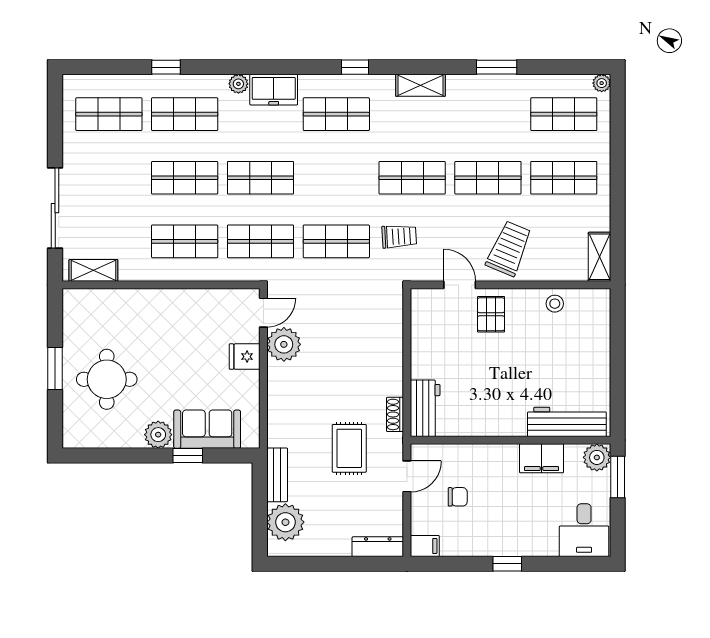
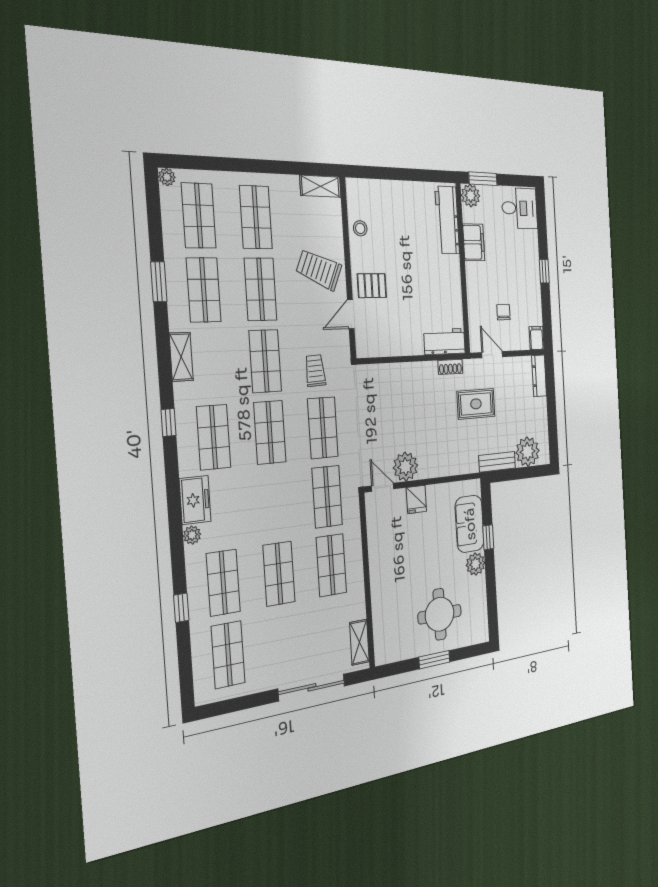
shop shelf: (488, 114) -> (204, 290), added
shop shelf: (260, 178) -> (270, 432), moved

